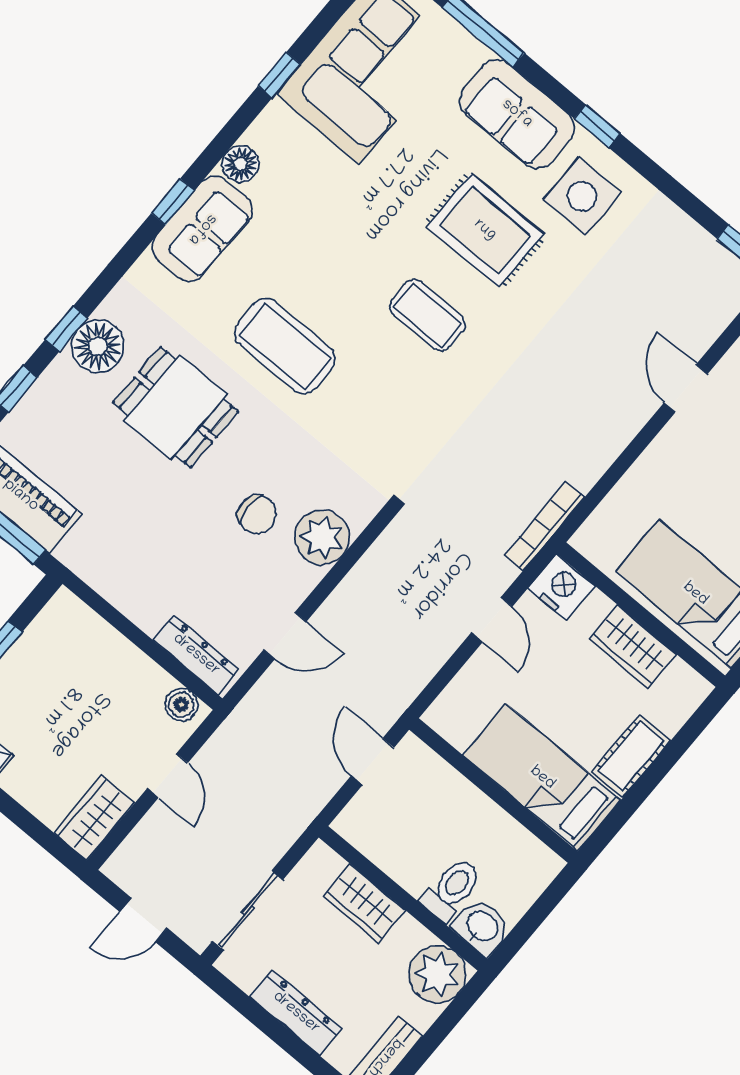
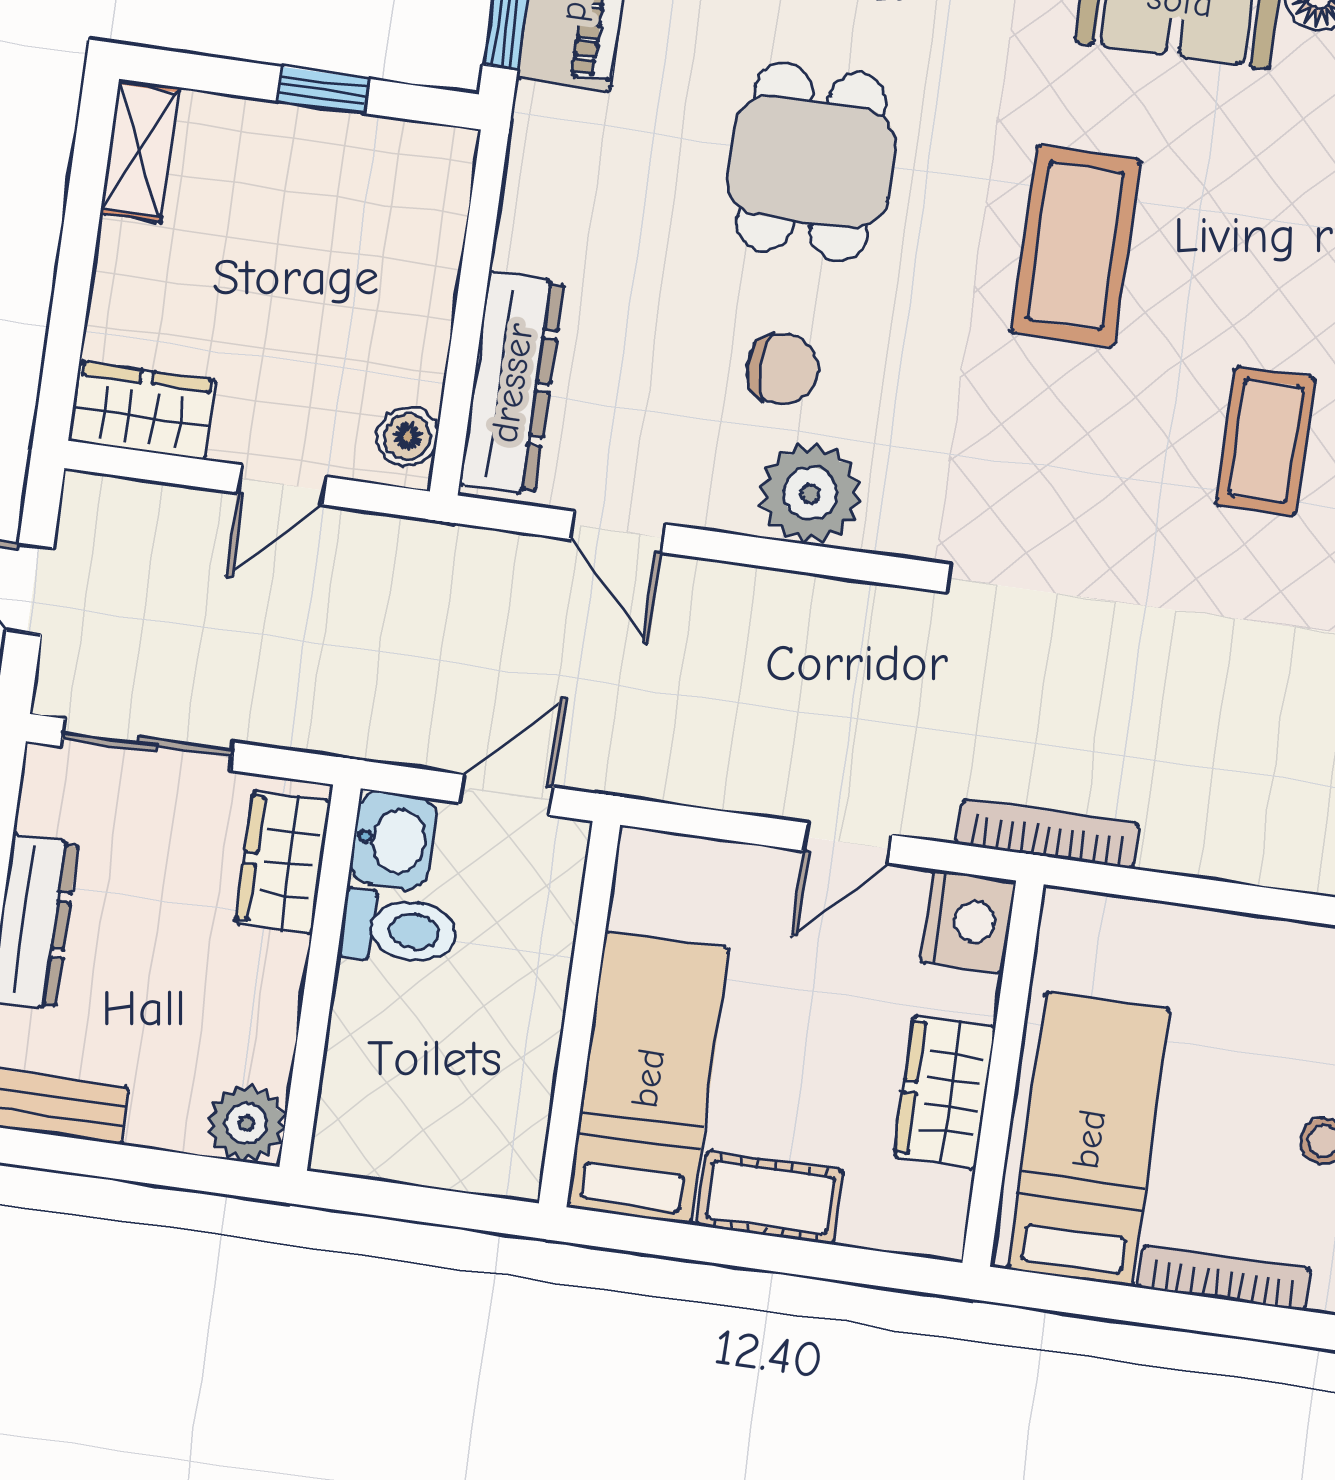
dining table: (176, 407) -> (811, 162), moved
chair: (257, 514) -> (782, 368), turned -90
dresser: (196, 655) -> (512, 383), width x1.37, depth x1.24
toilet: (452, 889) -> (399, 929), moved
wardrobe: (364, 903) -> (283, 862), moved
washbasin: (481, 927) -> (393, 840), moved
plant: (438, 974) -> (246, 1123), width x0.73, depth x0.73

